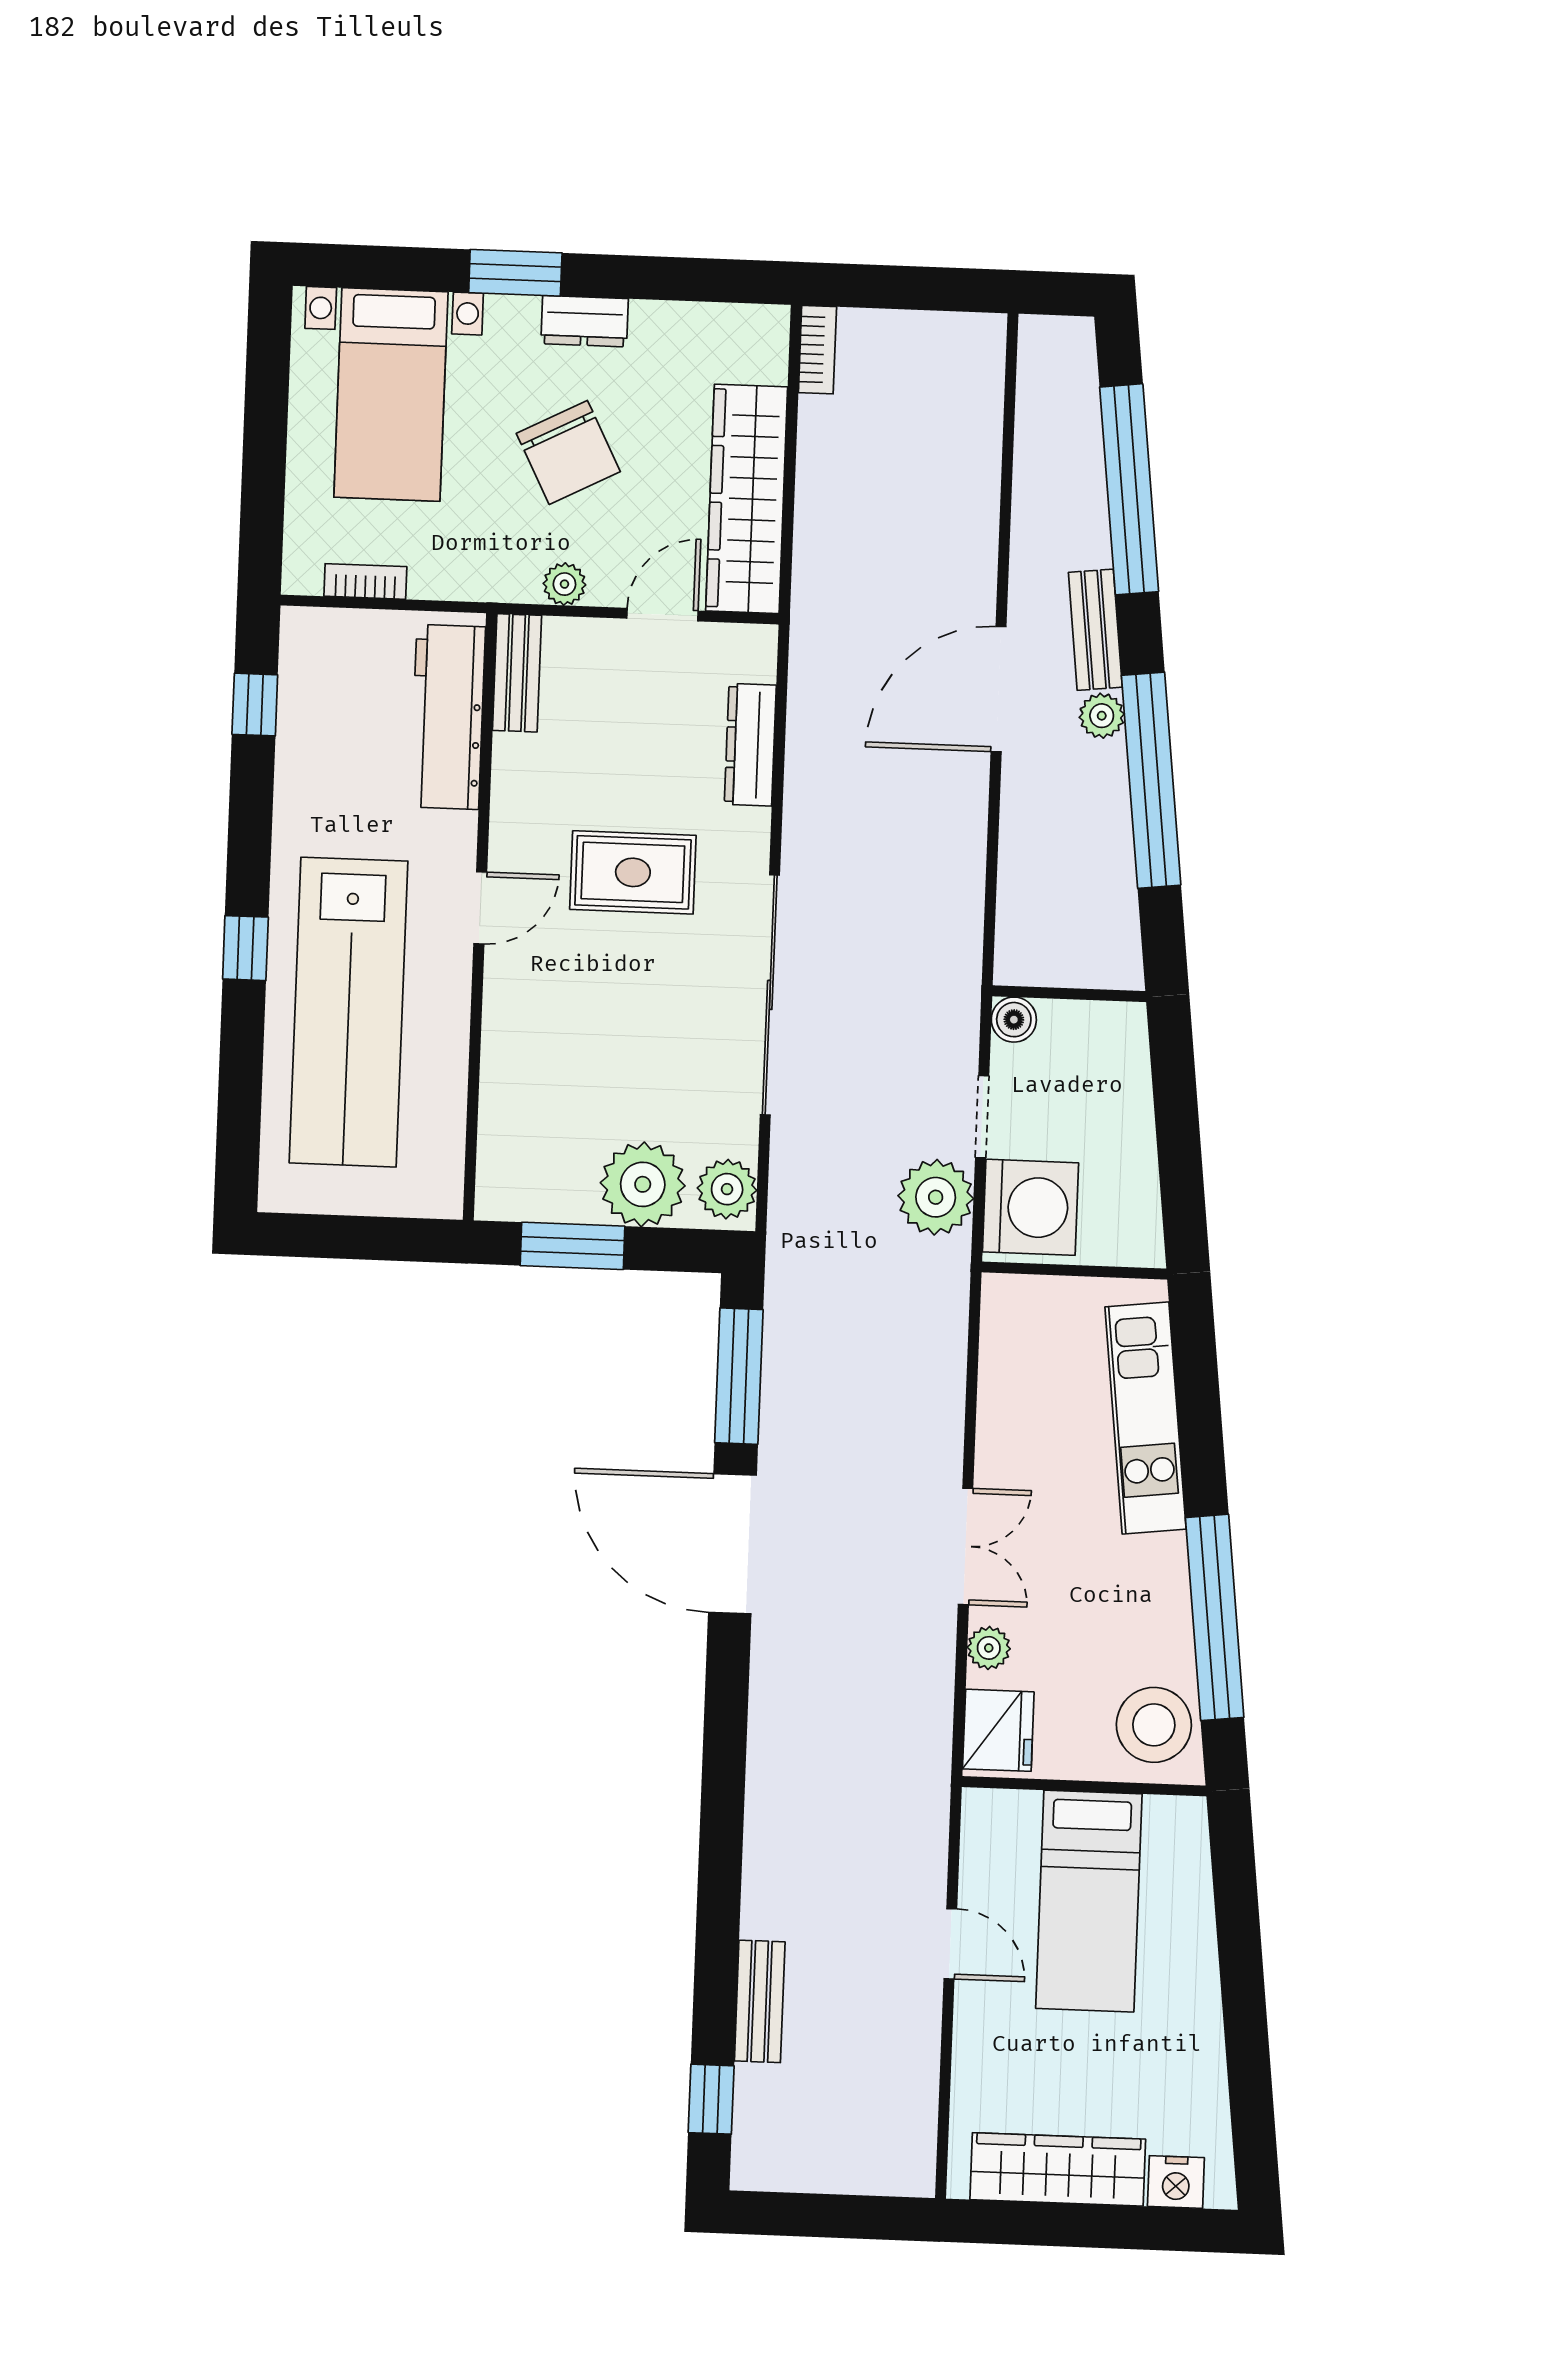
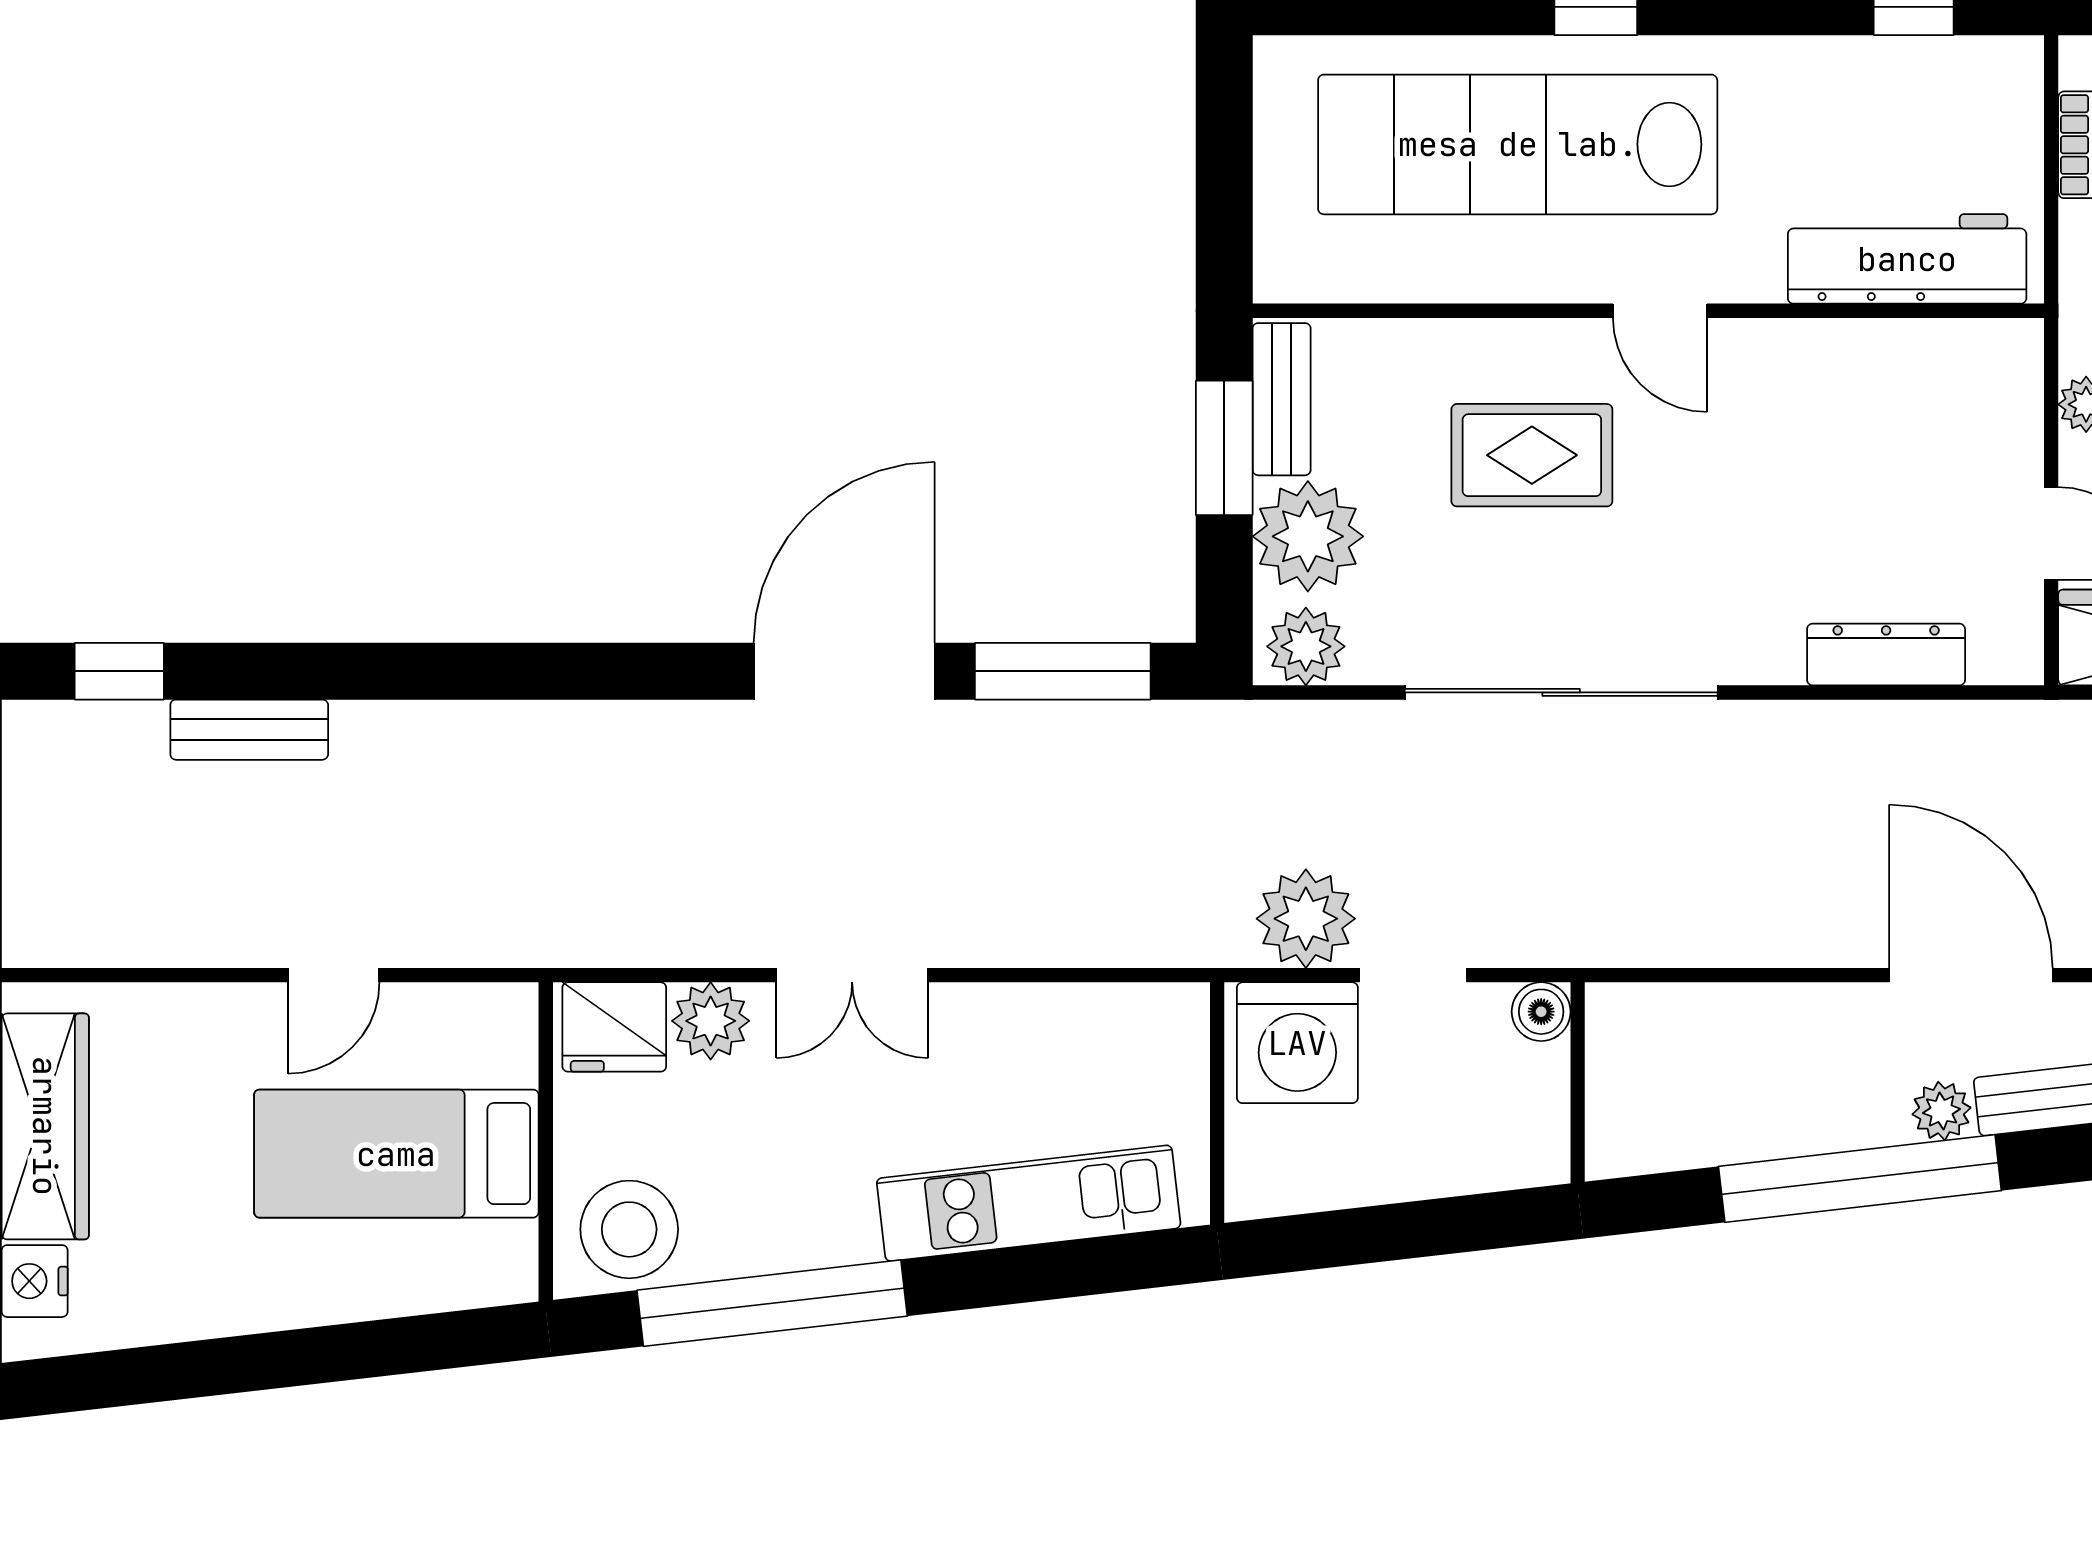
bench: (517, 673) -> (1282, 399), moved, turned 90
rug: (633, 872) -> (1532, 455), moved, turned 90
plant: (989, 1648) -> (711, 1021), width x1.38, depth x1.38

